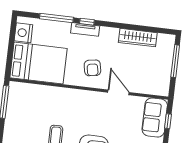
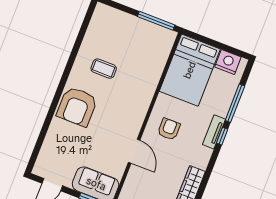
armchair: (92, 68) -> (169, 129), turned 100
door: (118, 92) -> (134, 151), hinge flipped

